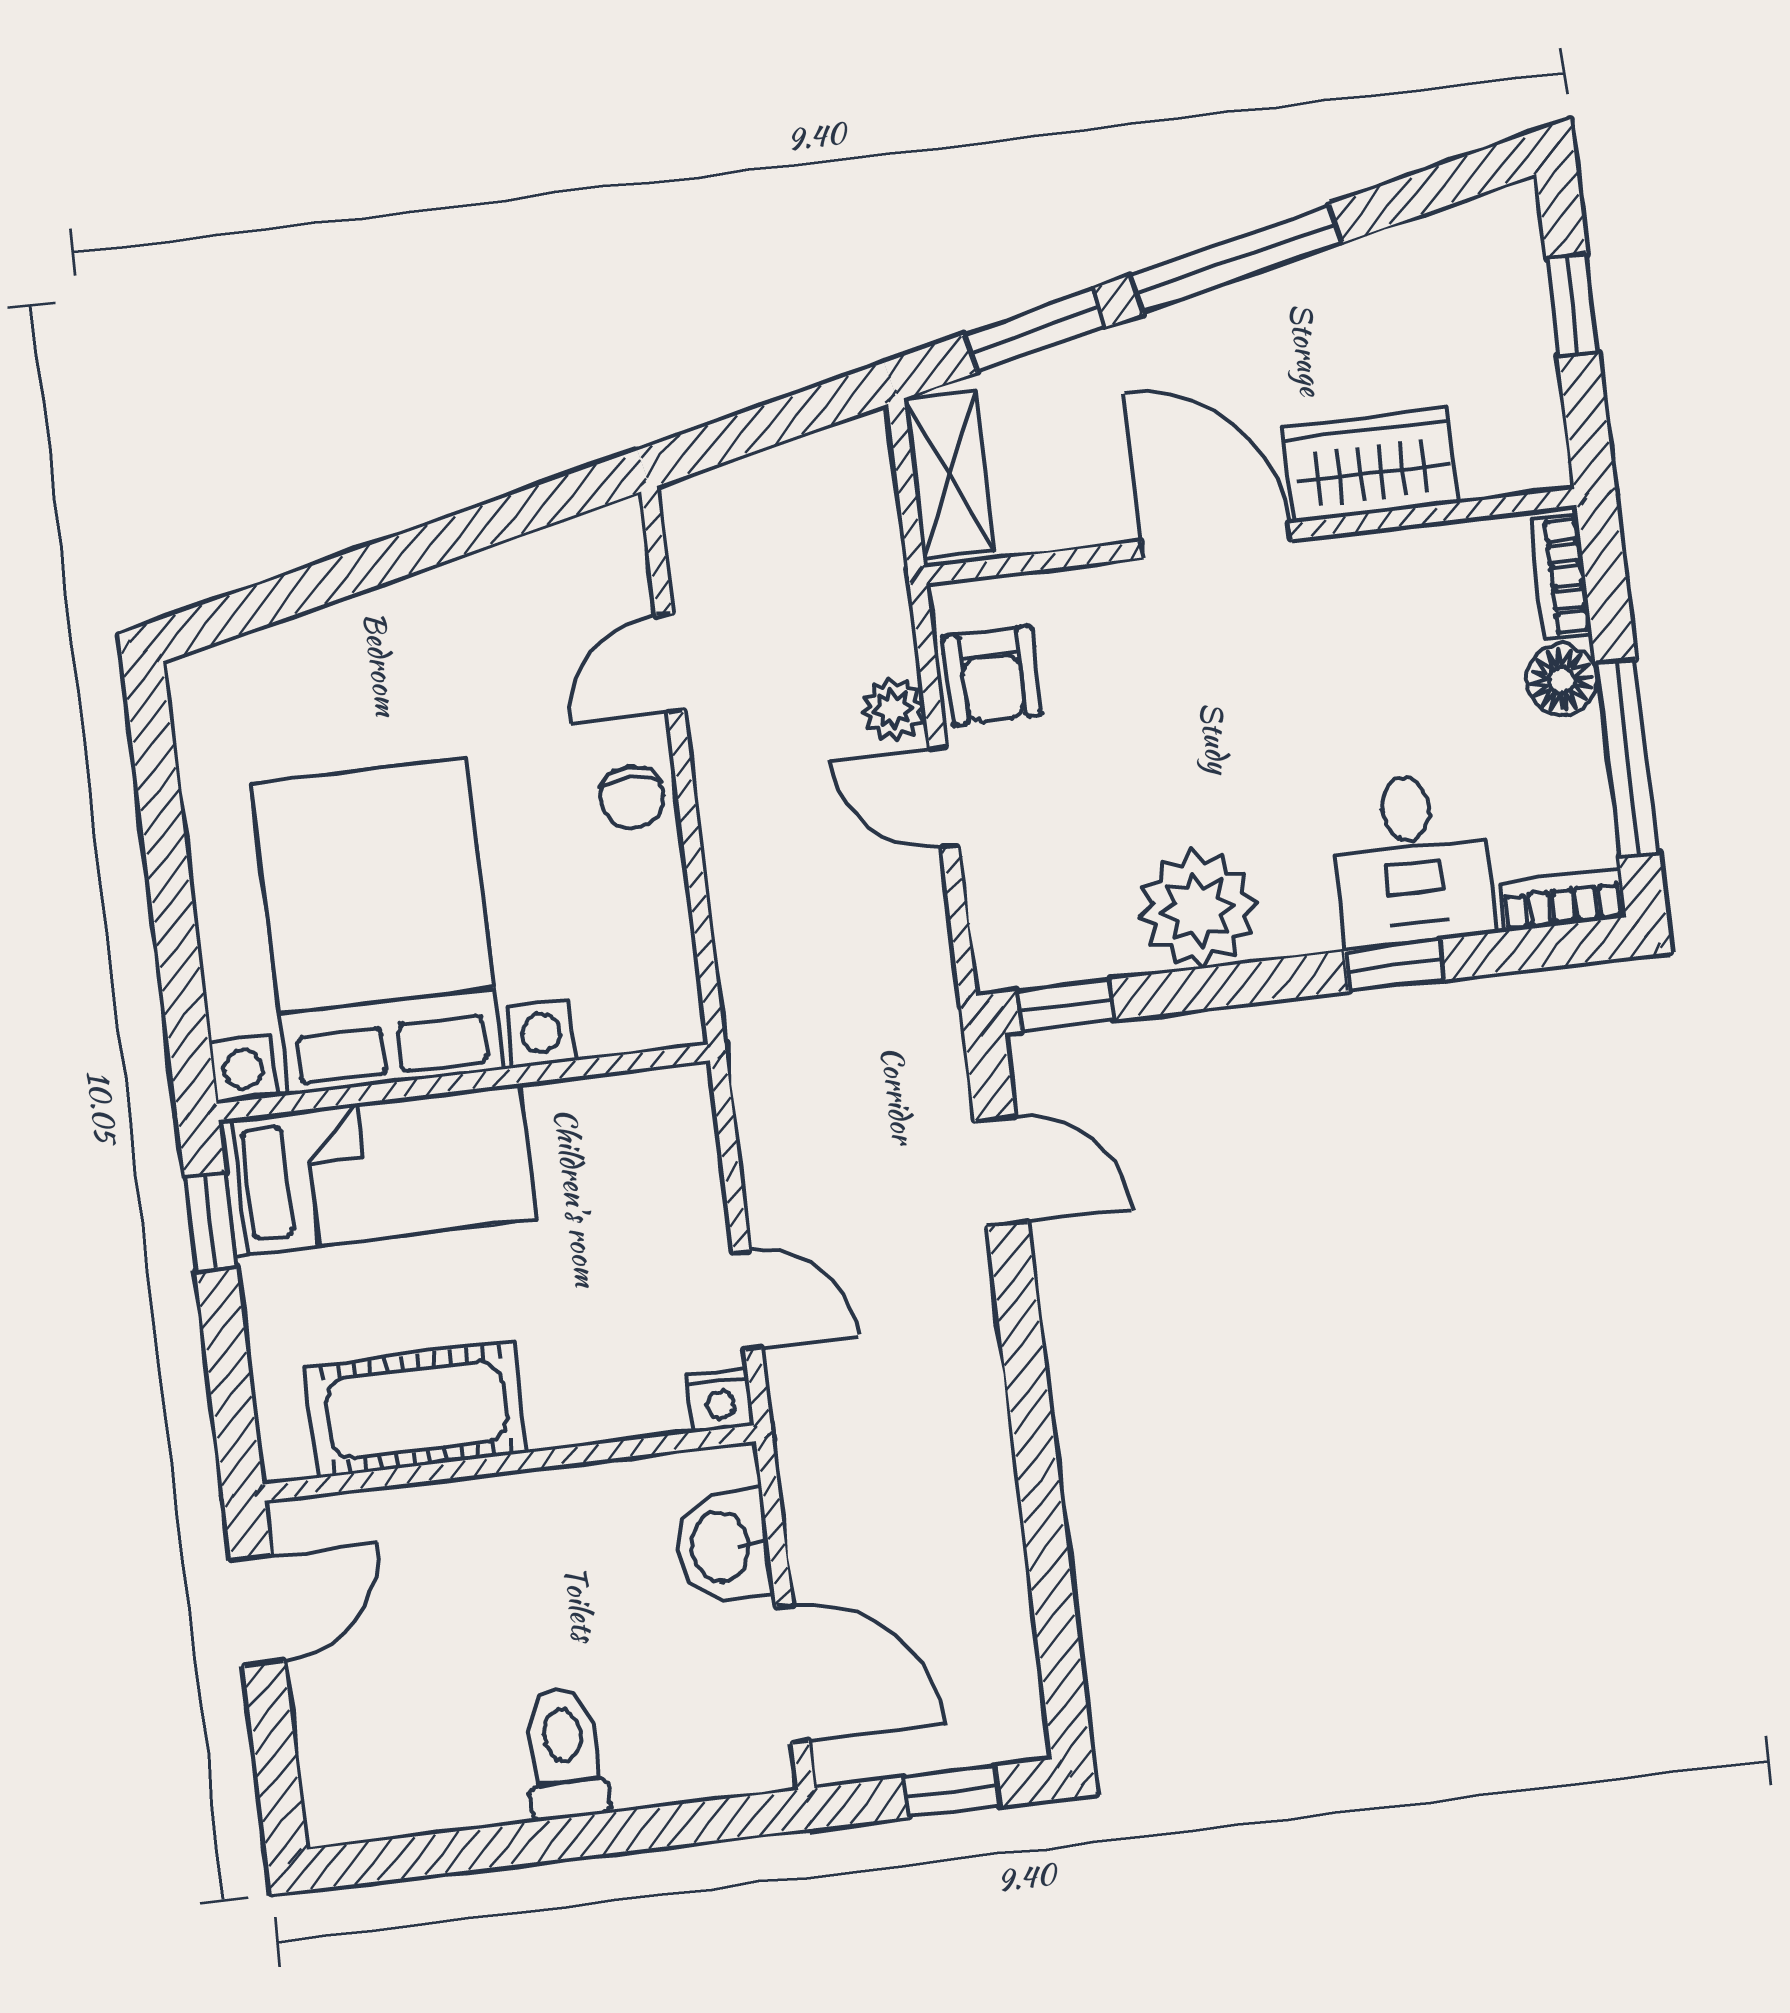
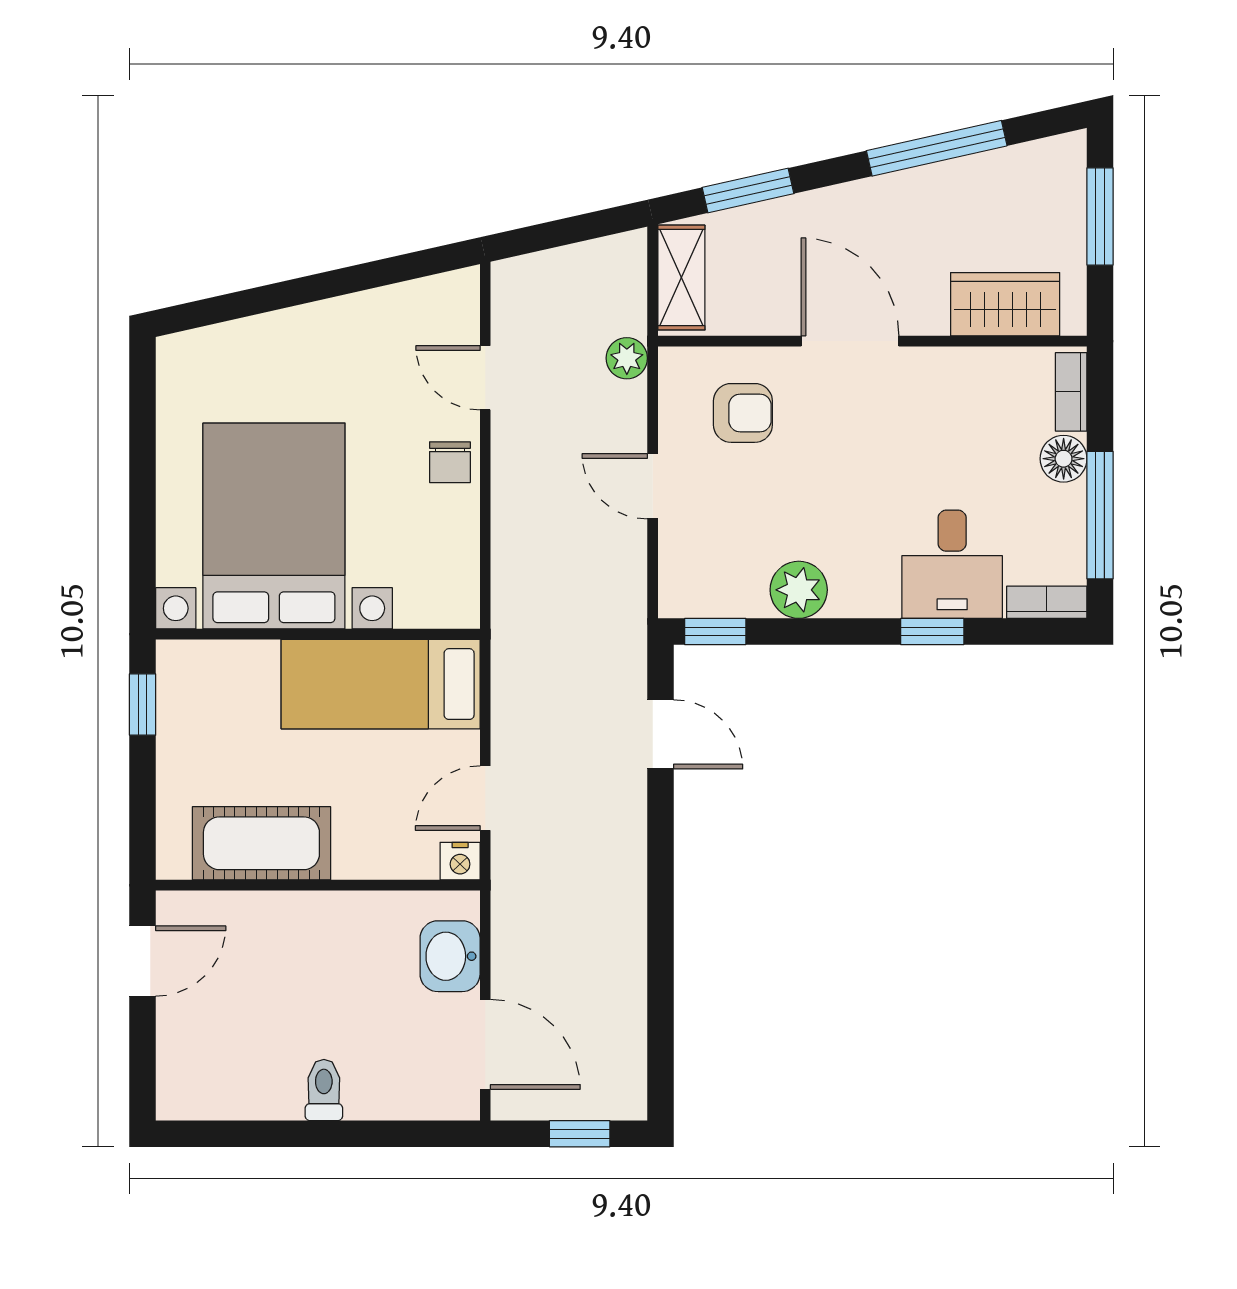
window: (1236, 259) -> (937, 148), moved
window: (1572, 305) -> (1100, 216), width x1.50
wardrobe: (1370, 465) -> (1005, 304), moved
door: (670, 663) -> (485, 378), hinge flipped
armchair: (992, 675) -> (743, 413), moved, turned -90
plant: (893, 709) -> (627, 358), moved
plant: (1198, 909) -> (799, 590), width x0.73, depth x0.73
bed: (377, 1169) -> (381, 684), moved, turned 180
door: (747, 1300) -> (485, 798), swing flipped
toilet: (564, 1753) -> (324, 1090), width x0.73, depth x0.72

